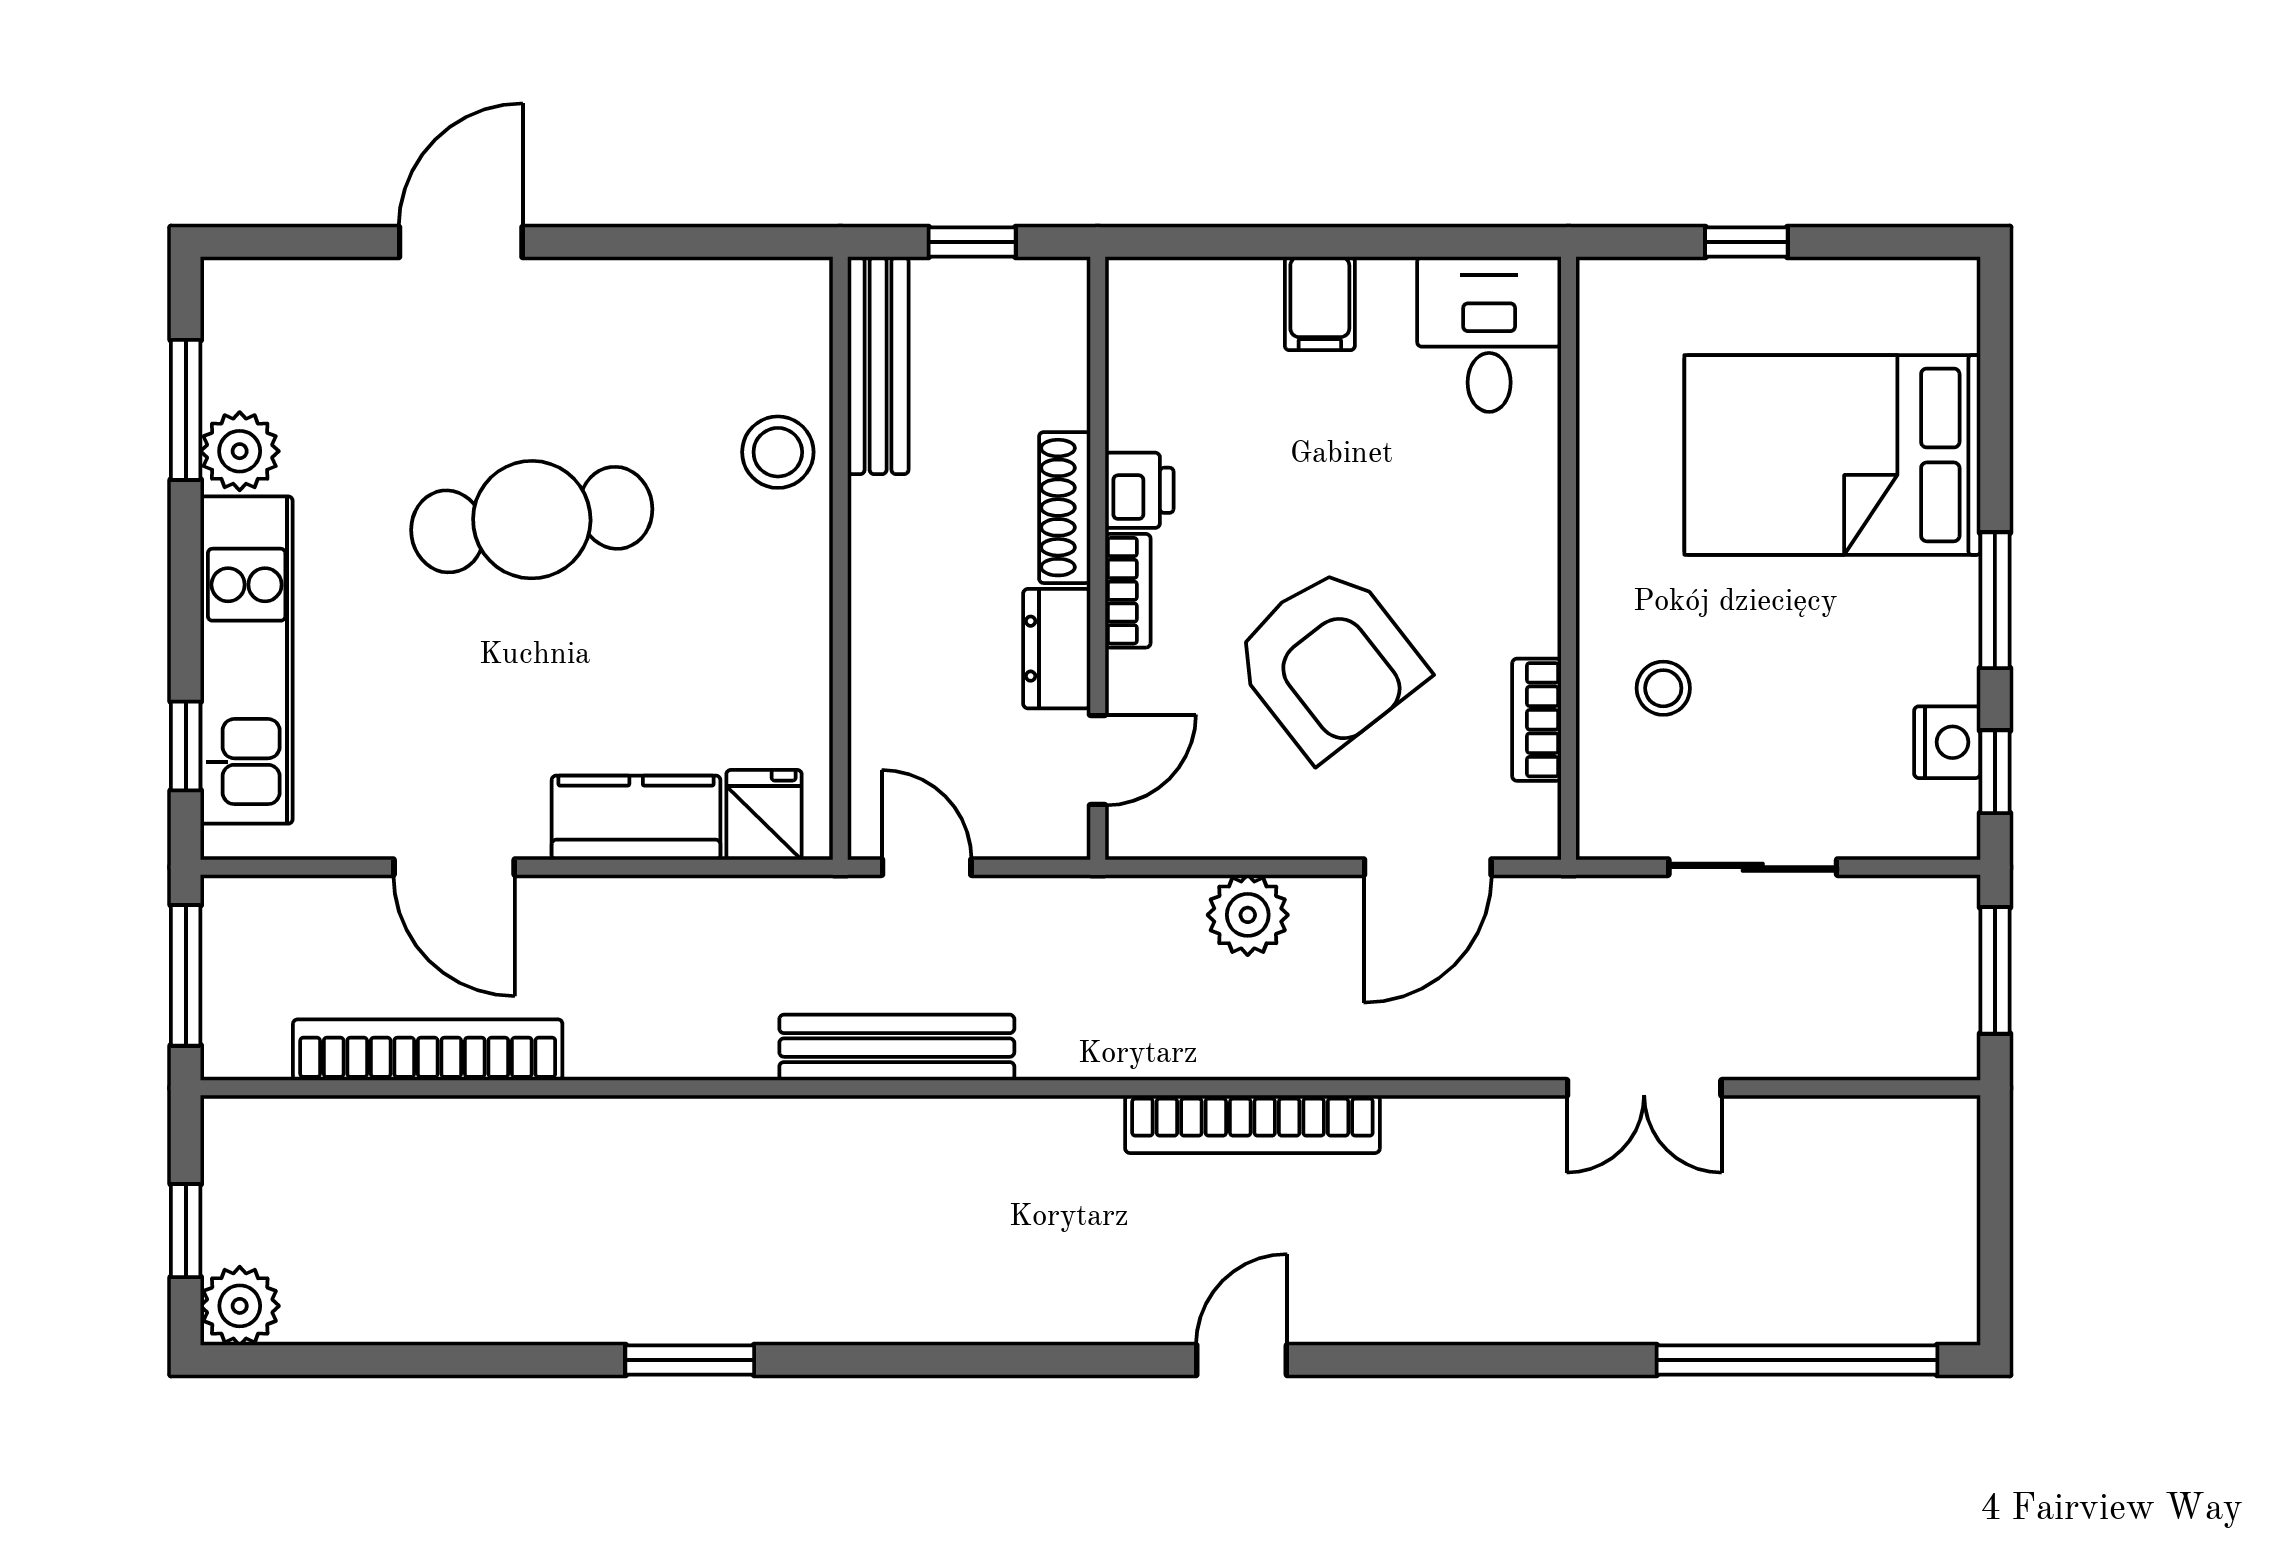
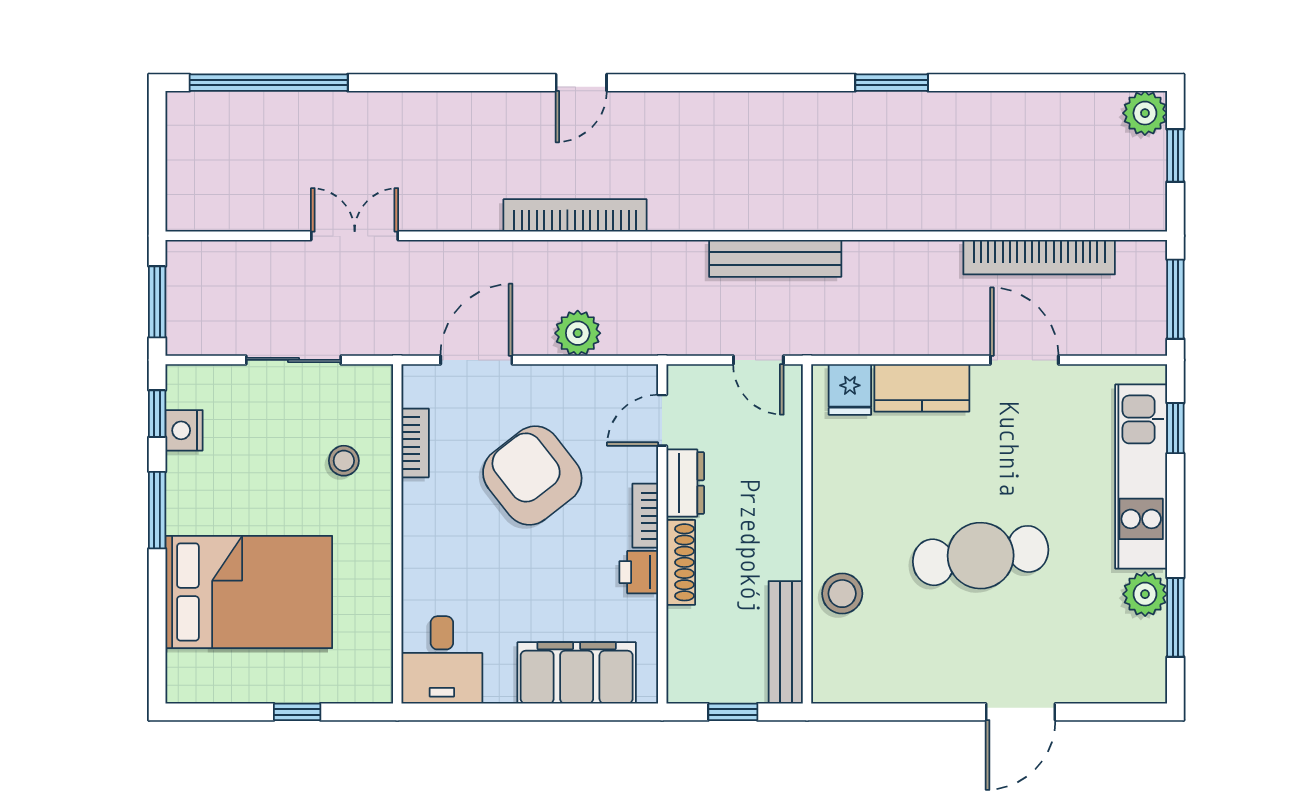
filing cabinet: (1320, 303) -> (577, 673), width x3.00, depth x1.17

